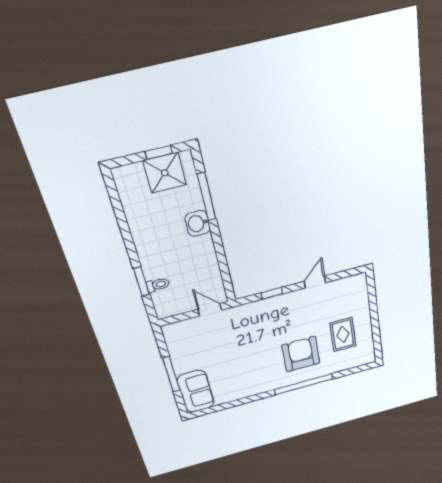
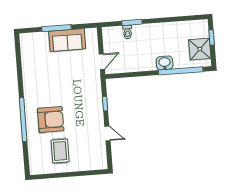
window: (159, 152) -> (212, 37), moved
window: (207, 197) -> (181, 71), width x1.46
rug: (343, 335) -> (60, 151), turned 90
sofa: (196, 391) -> (67, 40), moved

